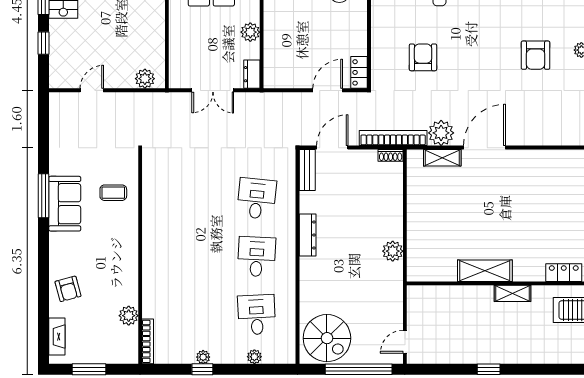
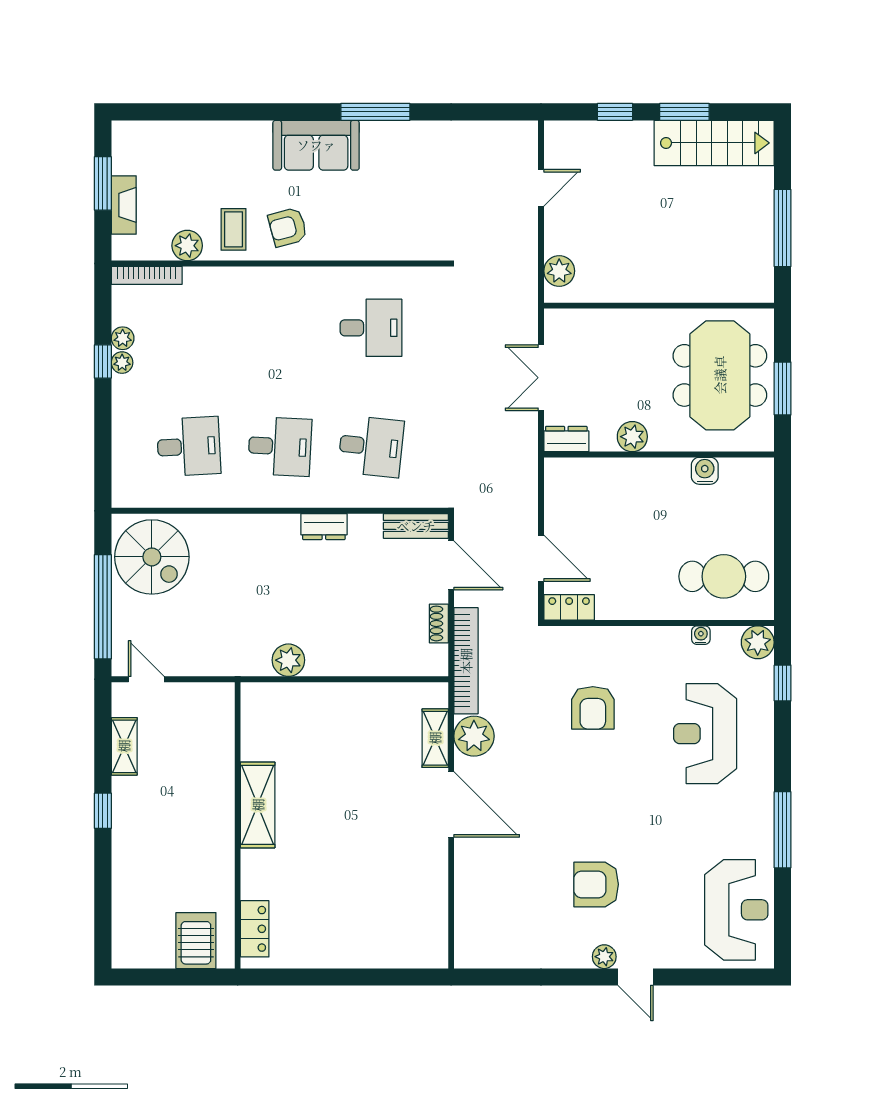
armchair: (423, 57) -> (593, 708), turned 90
door: (92, 90) -> (541, 188), hinge flipped
shoe rack: (391, 155) -> (439, 623), moved
coffee table: (113, 193) -> (233, 229), moved
desk: (181, 199) -> (371, 328), added
sofa: (65, 204) -> (316, 145), moved
dresser: (308, 235) -> (324, 527), width x0.70
armchair: (68, 289) -> (288, 227), moved
shelving: (513, 293) -> (124, 746), moved
fireplace: (57, 337) -> (124, 205), moved, turned -90
spiral stairs: (327, 338) -> (152, 557), turned -90
plant: (254, 357) -> (123, 338), moved

